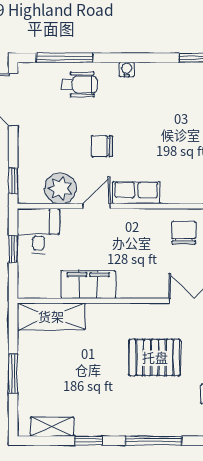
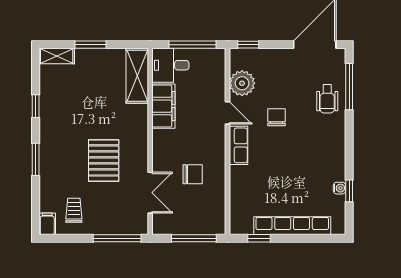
water cooler: (127, 69) -> (339, 188), moved
desk: (38, 231) -> (170, 65), moved, turned 180
chair: (184, 233) -> (193, 174), moved
window: (13, 249) -> (192, 45), width x2.17
shelving: (52, 427) -> (57, 56), moved, turned 90
window: (153, 441) -> (36, 159), width x0.69

